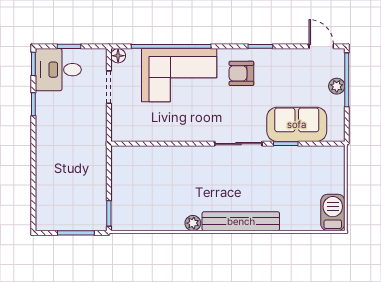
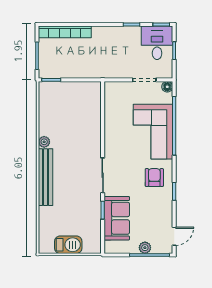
bookcase: (44, 195) -> (65, 32), added
barbecue: (333, 212) -> (68, 245), moved

